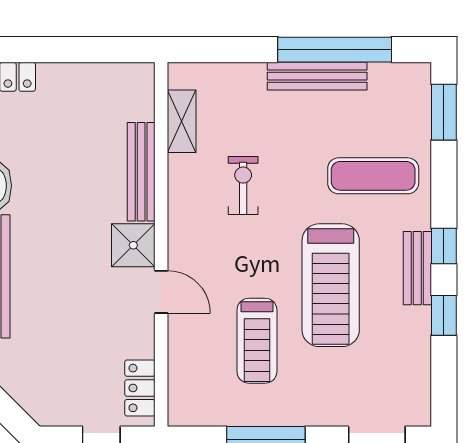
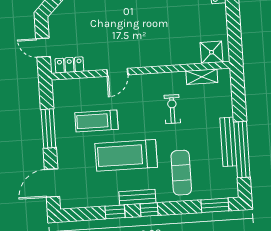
bench: (141, 172) -> (176, 58), removed
exercise bike: (243, 185) -> (172, 109), turned -90
shower: (133, 245) -> (211, 52), moved

